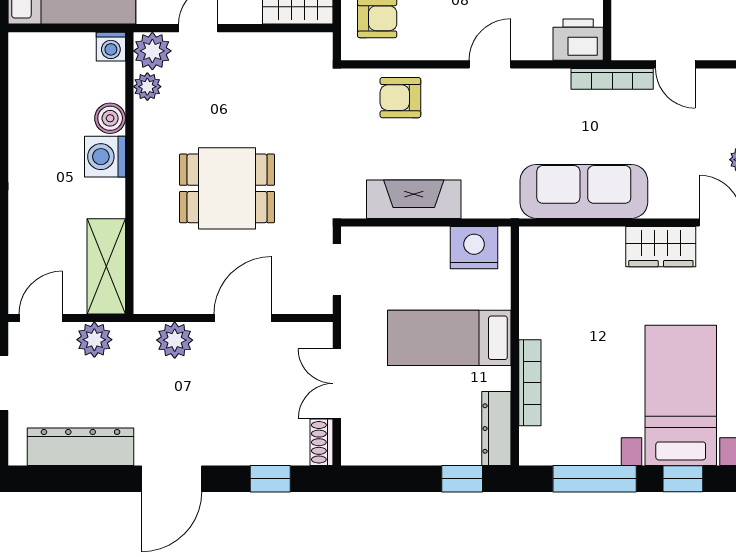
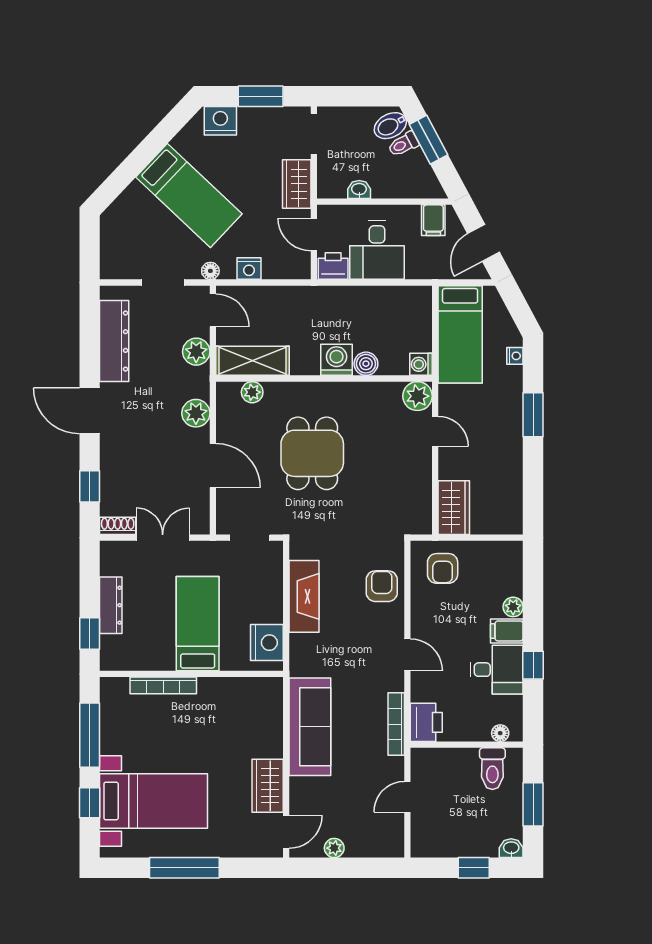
bookcase: (612, 79) -> (396, 724), moved
plant: (147, 87) -> (252, 392), moved
dresser: (496, 429) -> (111, 605), moved, turned 90

